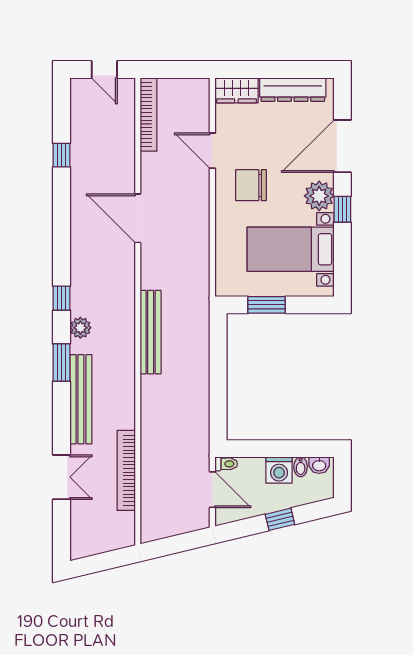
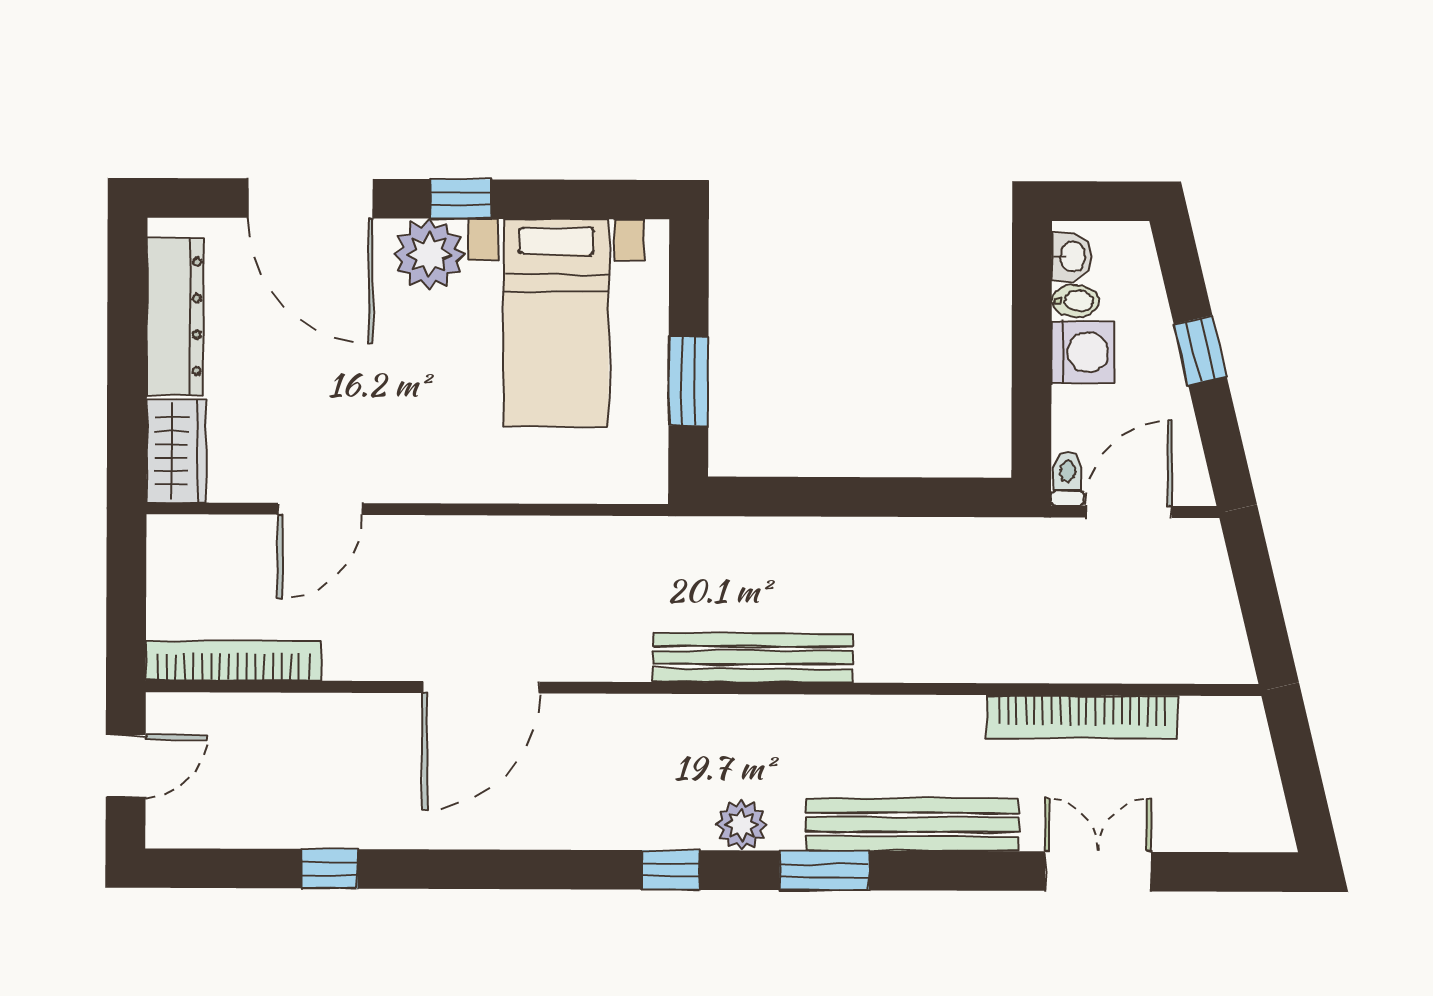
chair: (251, 185) -> (403, 417), removed

